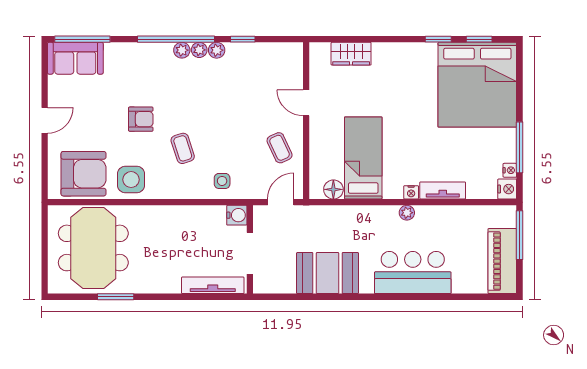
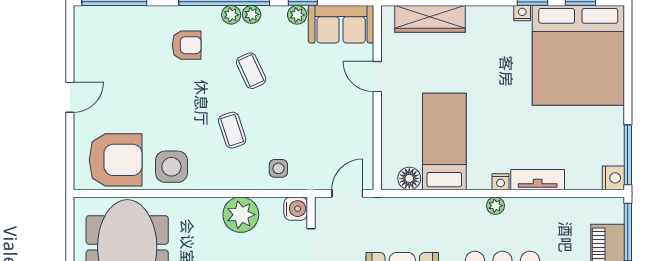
plant: (217, 50) -> (297, 15), moved
wardrobe: (351, 54) -> (430, 19), width x1.50
sofa: (75, 58) -> (341, 24), moved
armchair: (141, 119) -> (187, 45), moved
window: (519, 147) -> (628, 155), moved
coffee table: (280, 148) -> (251, 71), moved
nightstand: (510, 170) -> (522, 13), moved, turned -90
plant: (190, 220) -> (241, 215), added

